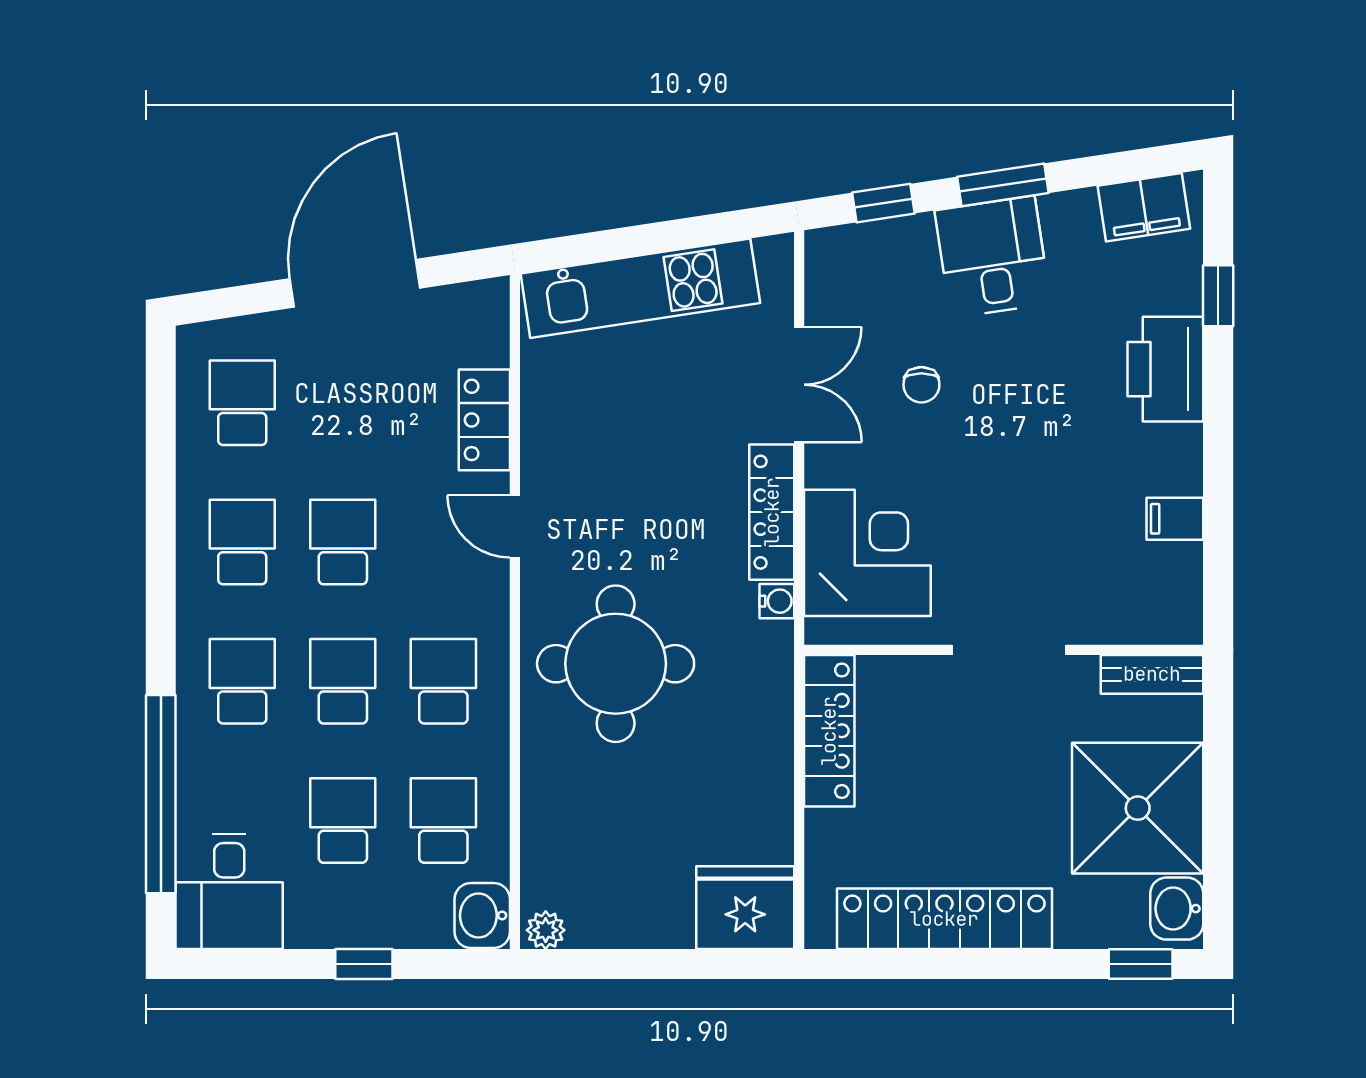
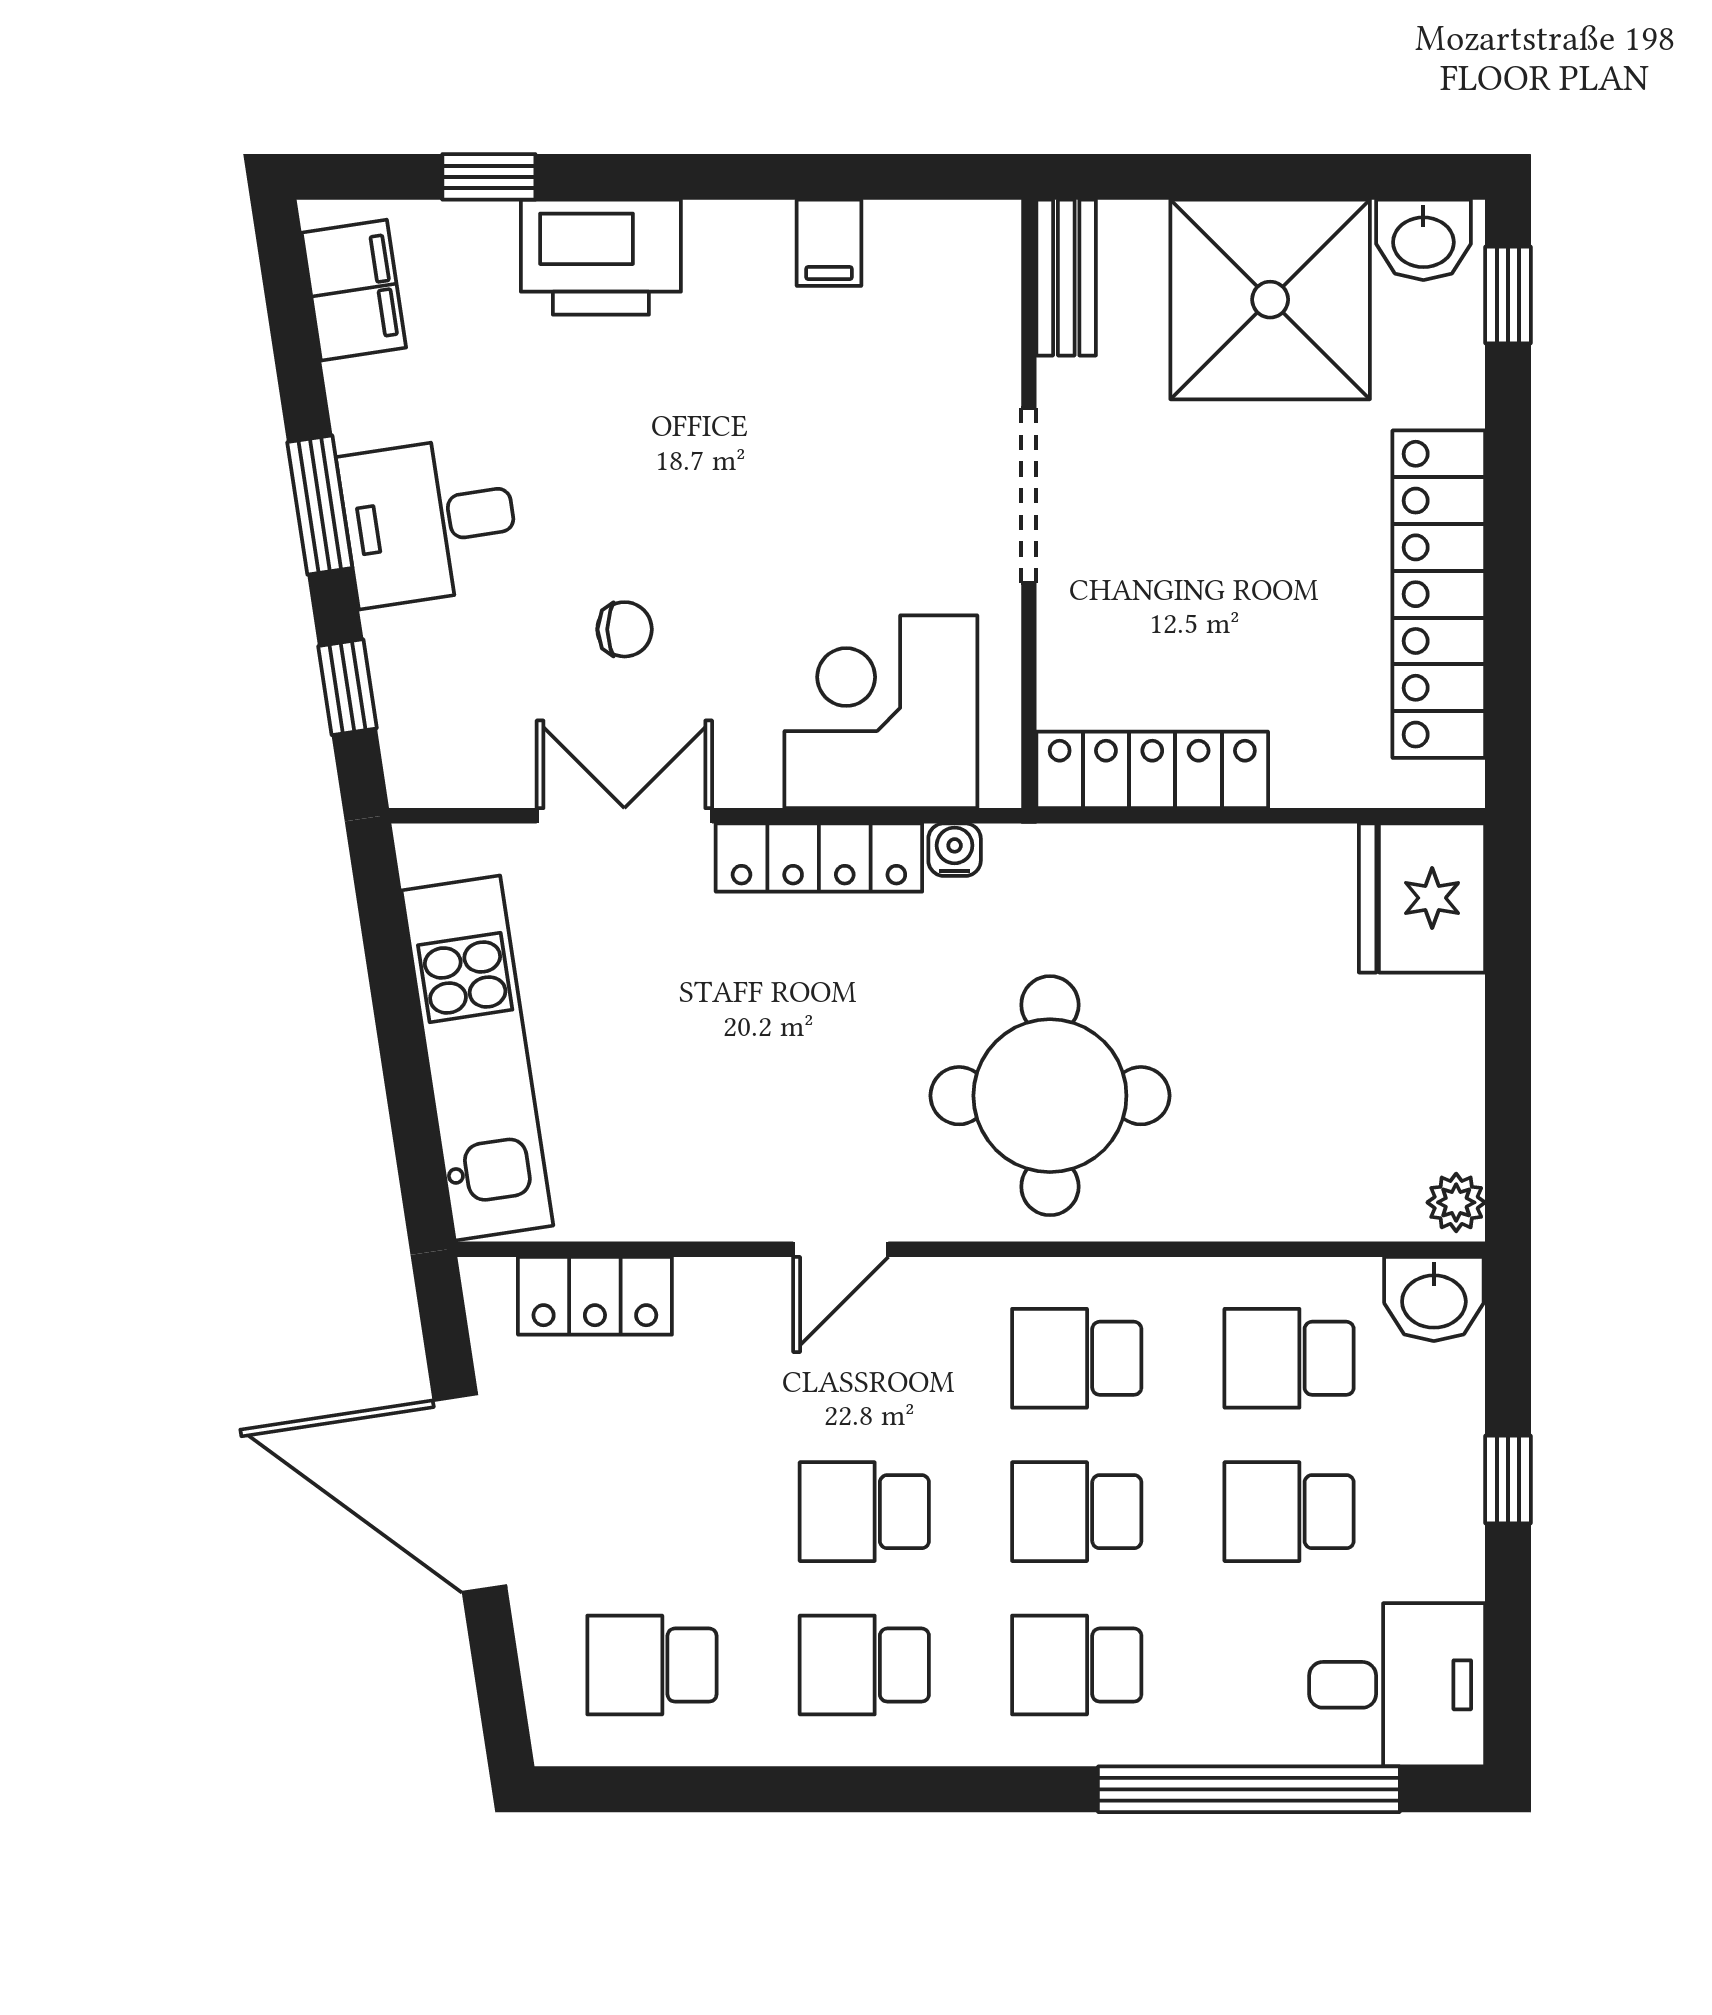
locker: (484, 420) -> (595, 1296), moved

